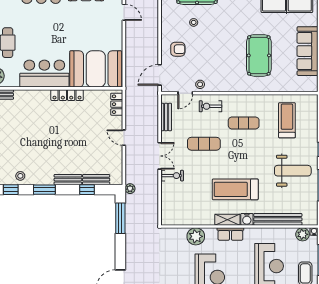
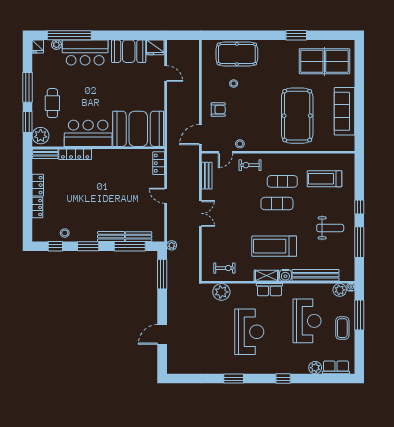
pool table: (259, 55) -> (297, 116), width x1.36, depth x1.32
locker: (67, 95) -> (75, 154), moved
treadmill: (287, 120) -> (325, 179), turned -90
exercise mat: (204, 144) -> (277, 204), moved
weight bench: (293, 171) -> (330, 228), width x0.73, depth x0.75
exercise bike: (173, 176) -> (224, 268), moved
window: (87, 190) -> (130, 246), width x2.17
plant: (196, 236) -> (221, 292), moved

